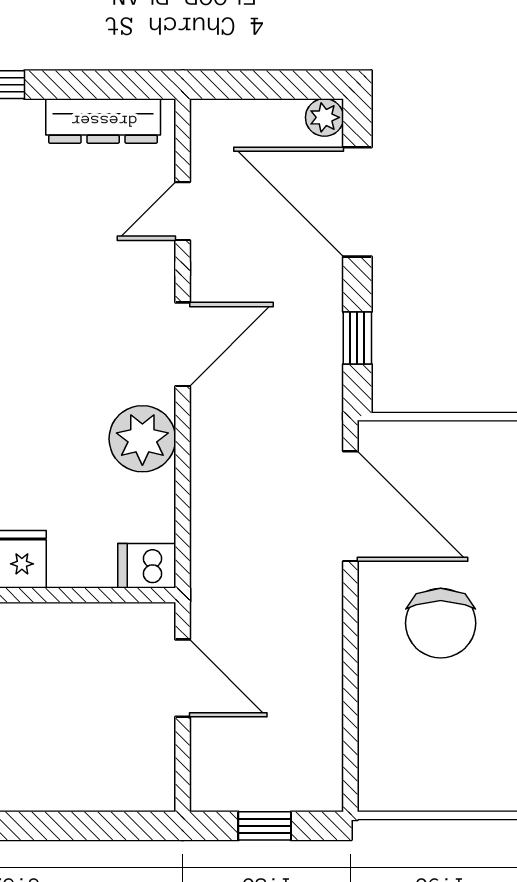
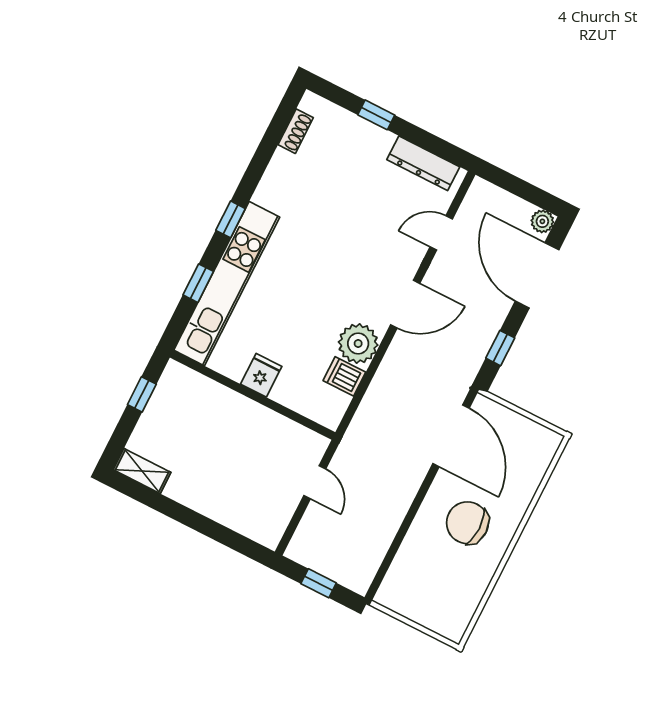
dishwasher: (147, 566) -> (344, 376), moved
chair: (441, 623) -> (467, 523), turned 90
door: (183, 678) -> (315, 482), width x0.73

